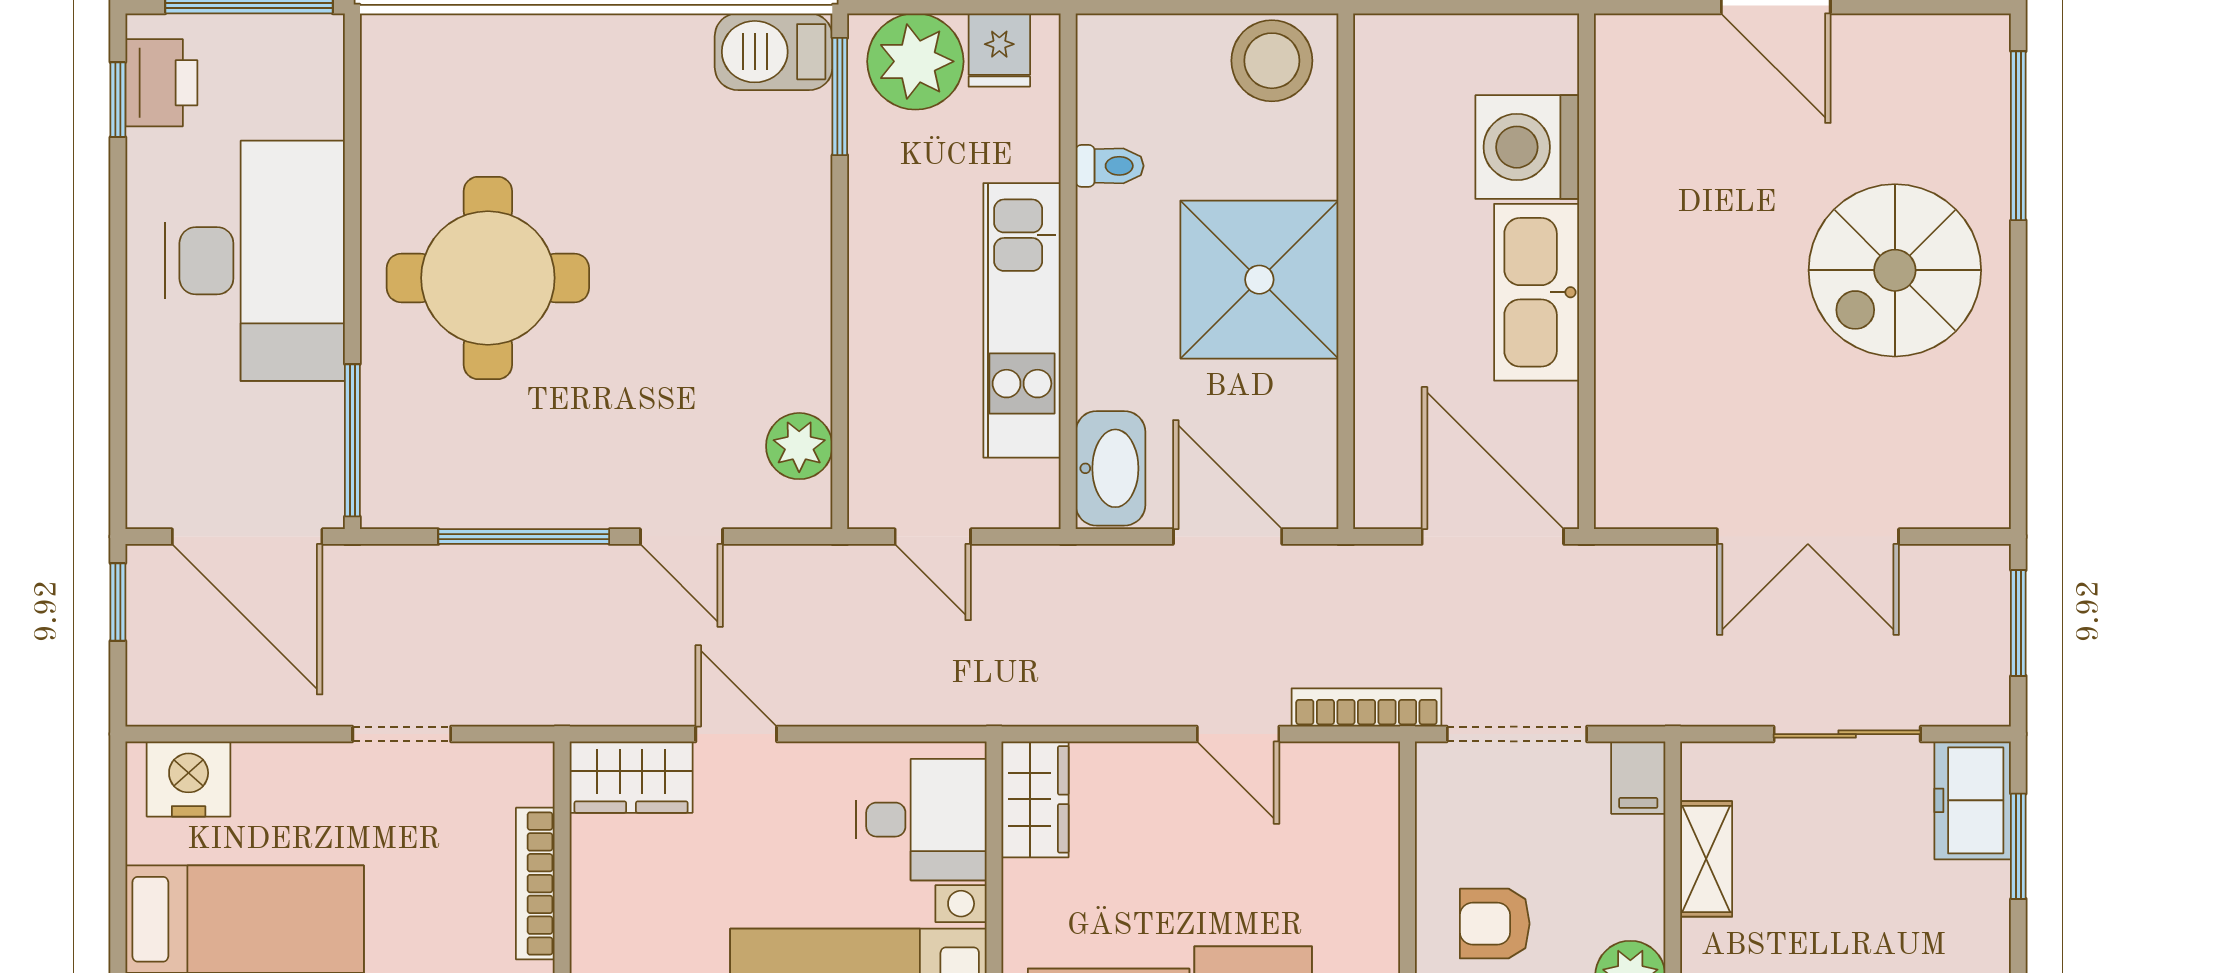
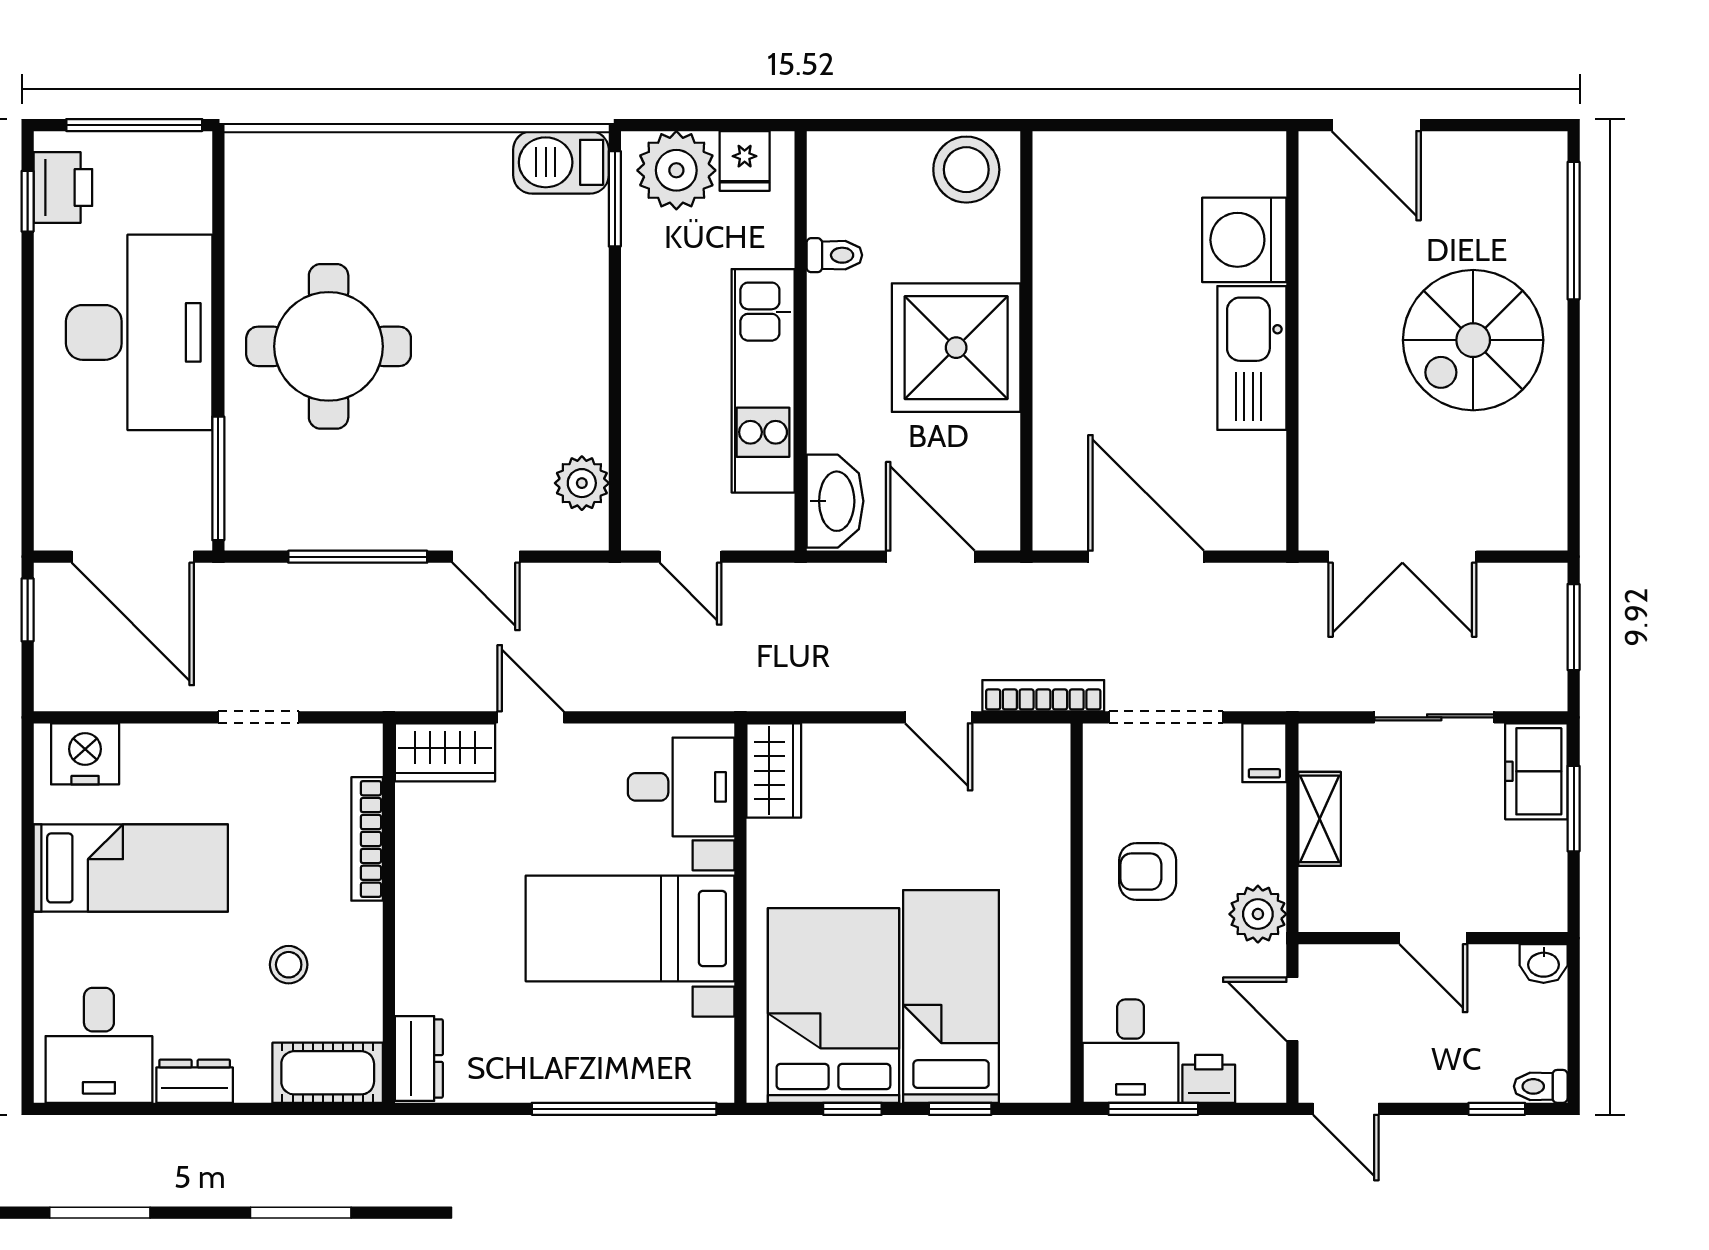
washing machine: (1527, 147) -> (1244, 240), moved
wall: (1586, 271) -> (1292, 341), moved
kitchen sink: (1537, 292) -> (1252, 358), moved

